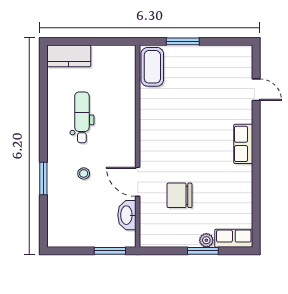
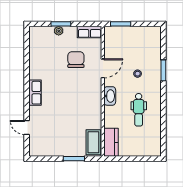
kitchen counter: (69, 56) -> (111, 142), moved, turned 90
door: (138, 182) -> (103, 68), hinge flipped
chair: (180, 195) -> (76, 60), turned -90
washbasin: (127, 215) -> (110, 96), moved
row of seats: (234, 238) -> (90, 32), moved

